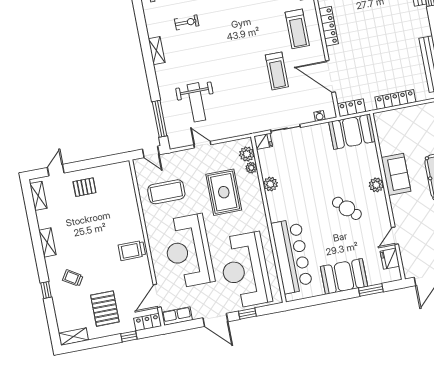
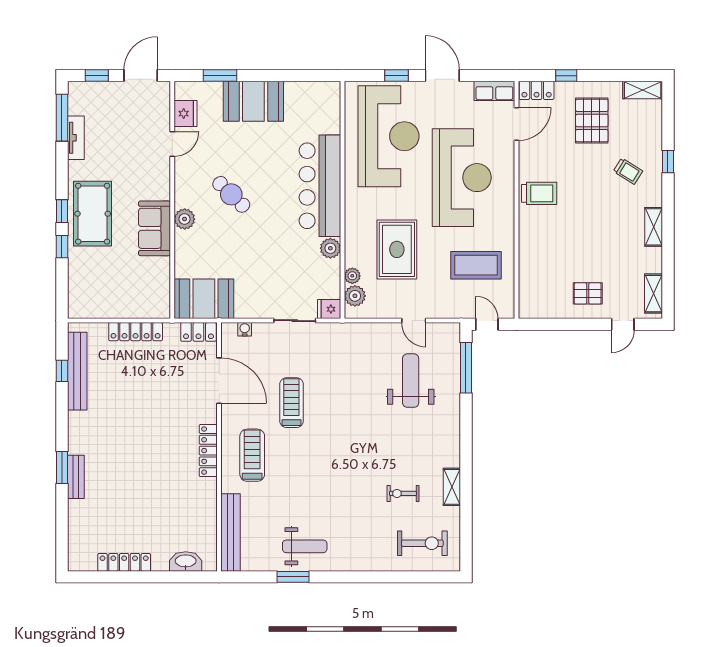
shelving: (157, 51) -> (452, 487), moved
bar counter: (292, 256) -> (320, 186), moved

